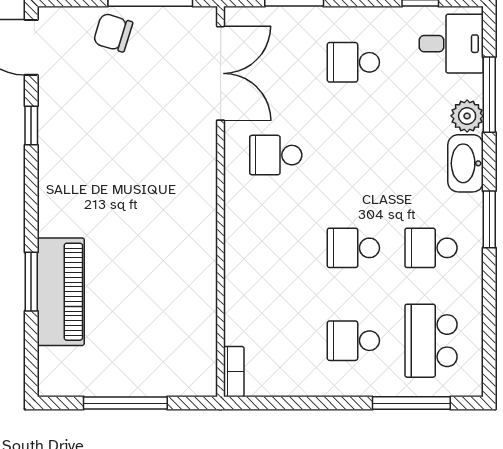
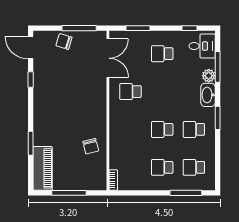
chair: (178, 289) -> (91, 146), added
piano: (61, 292) -> (43, 168), moved
school desk: (431, 341) -> (194, 167), width x0.54

